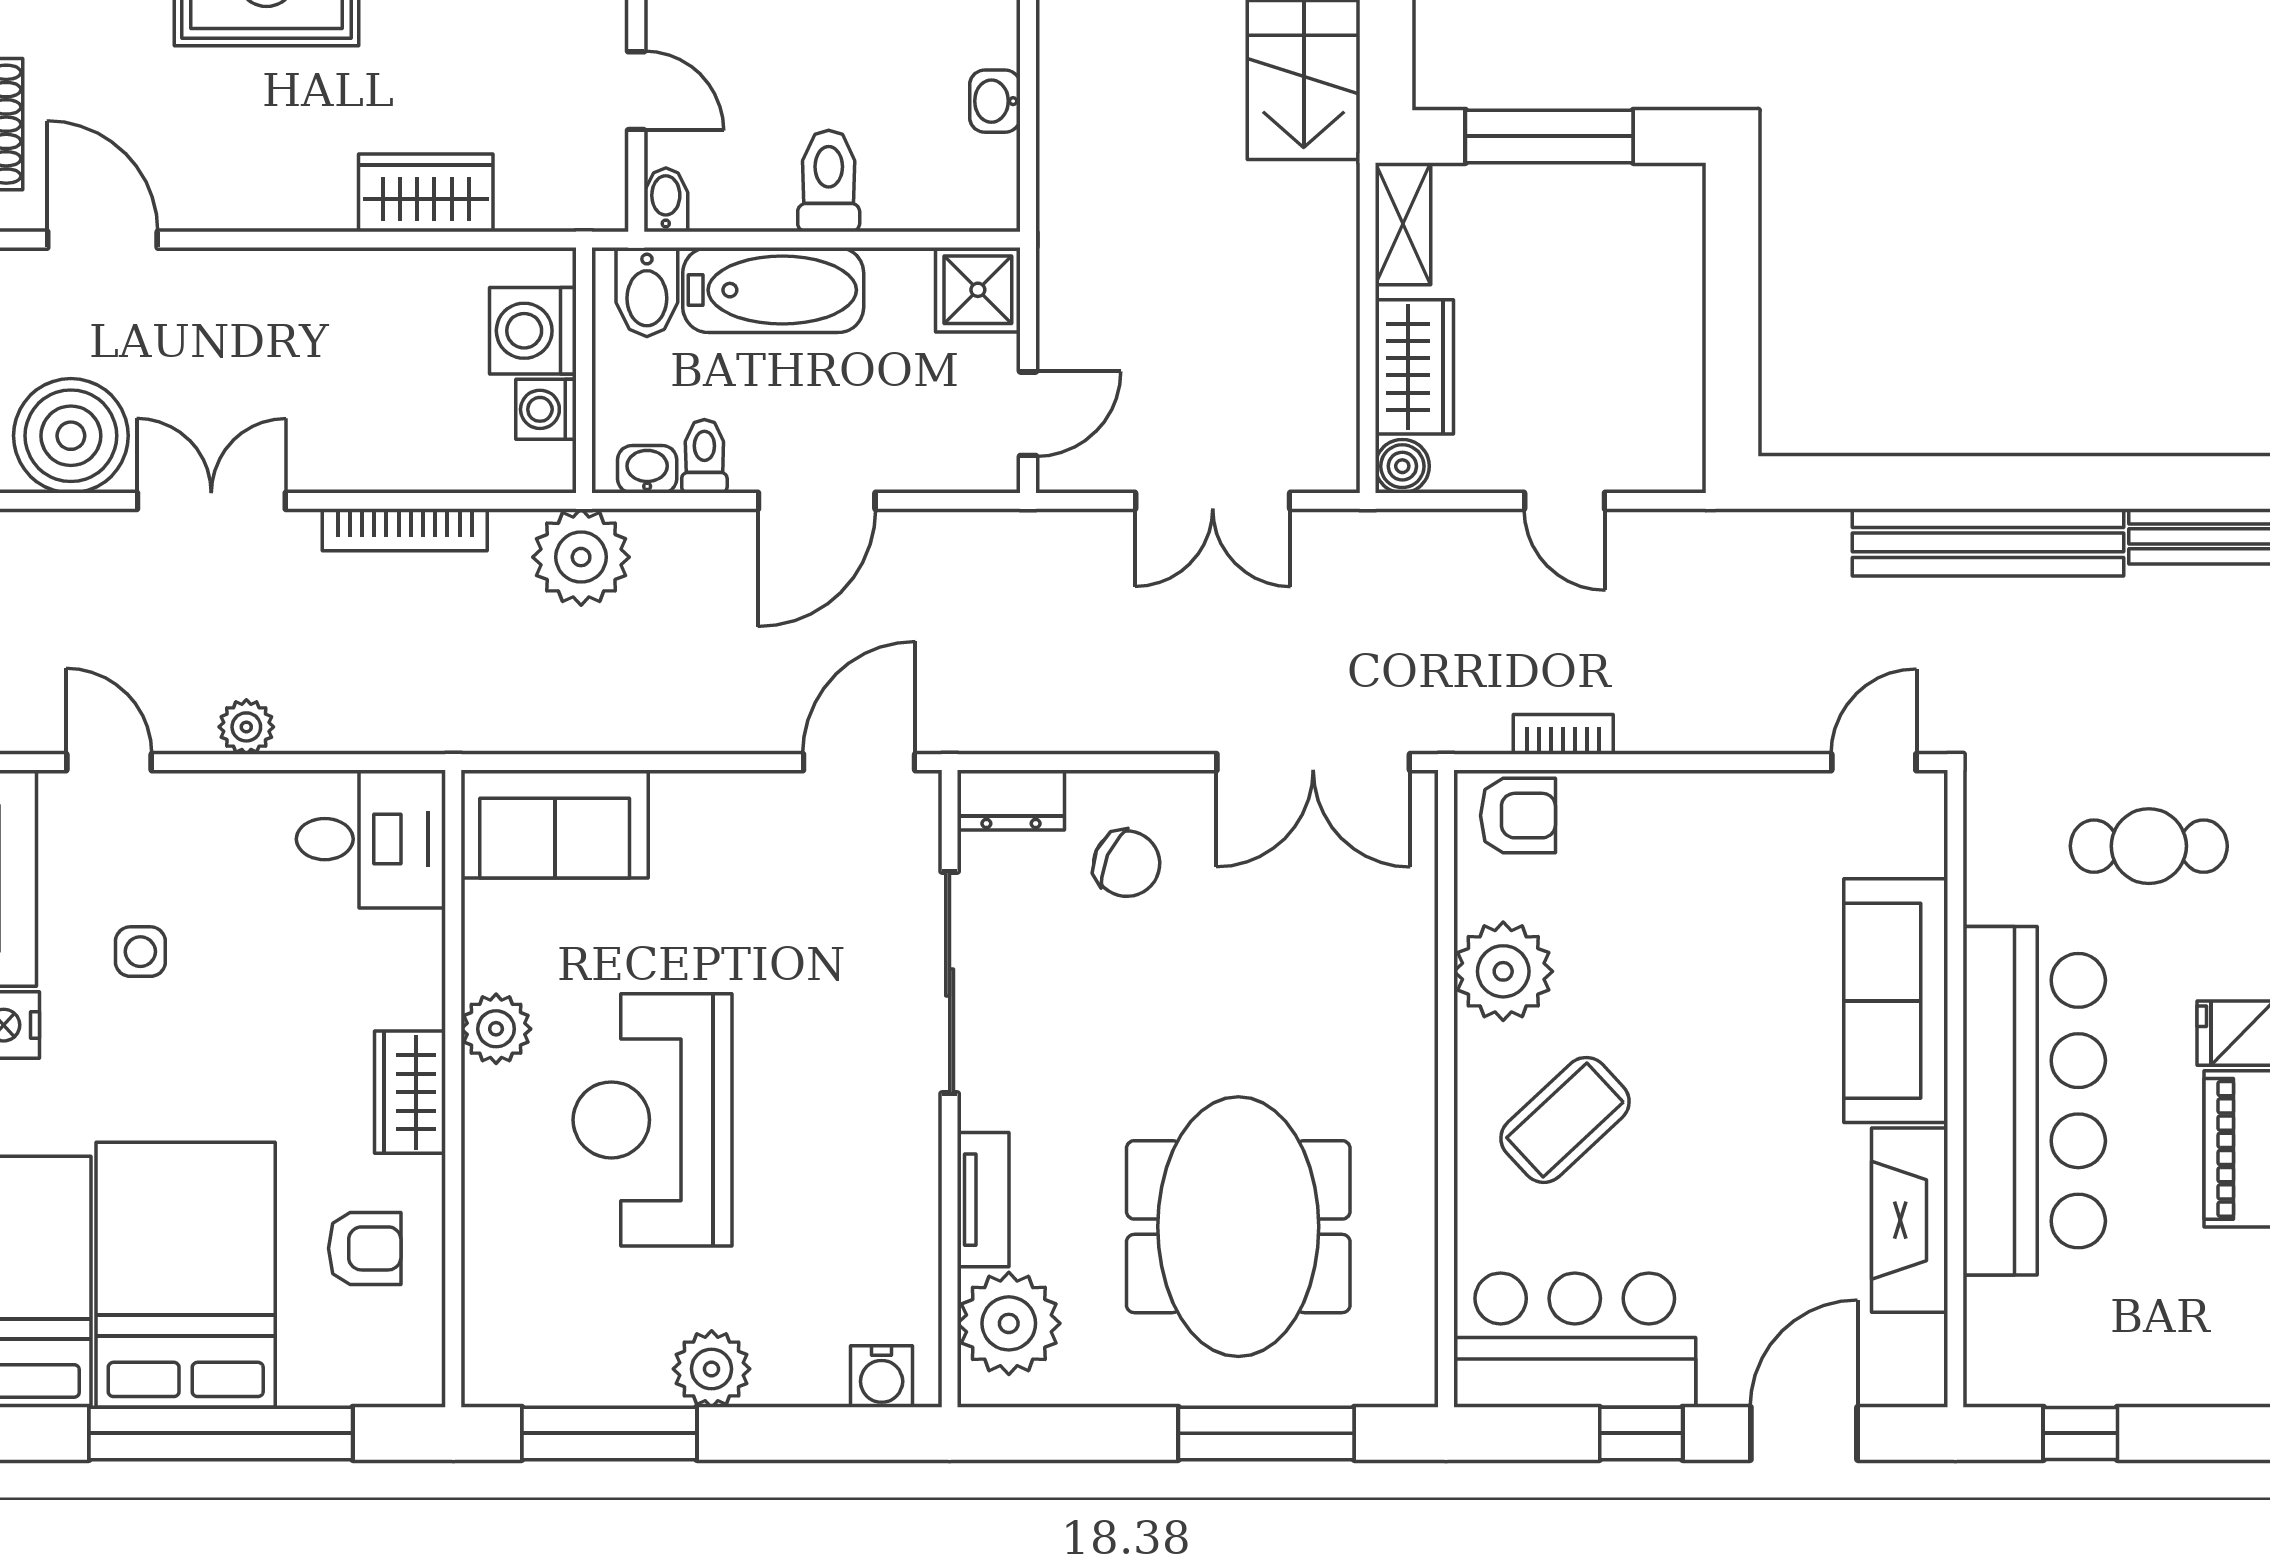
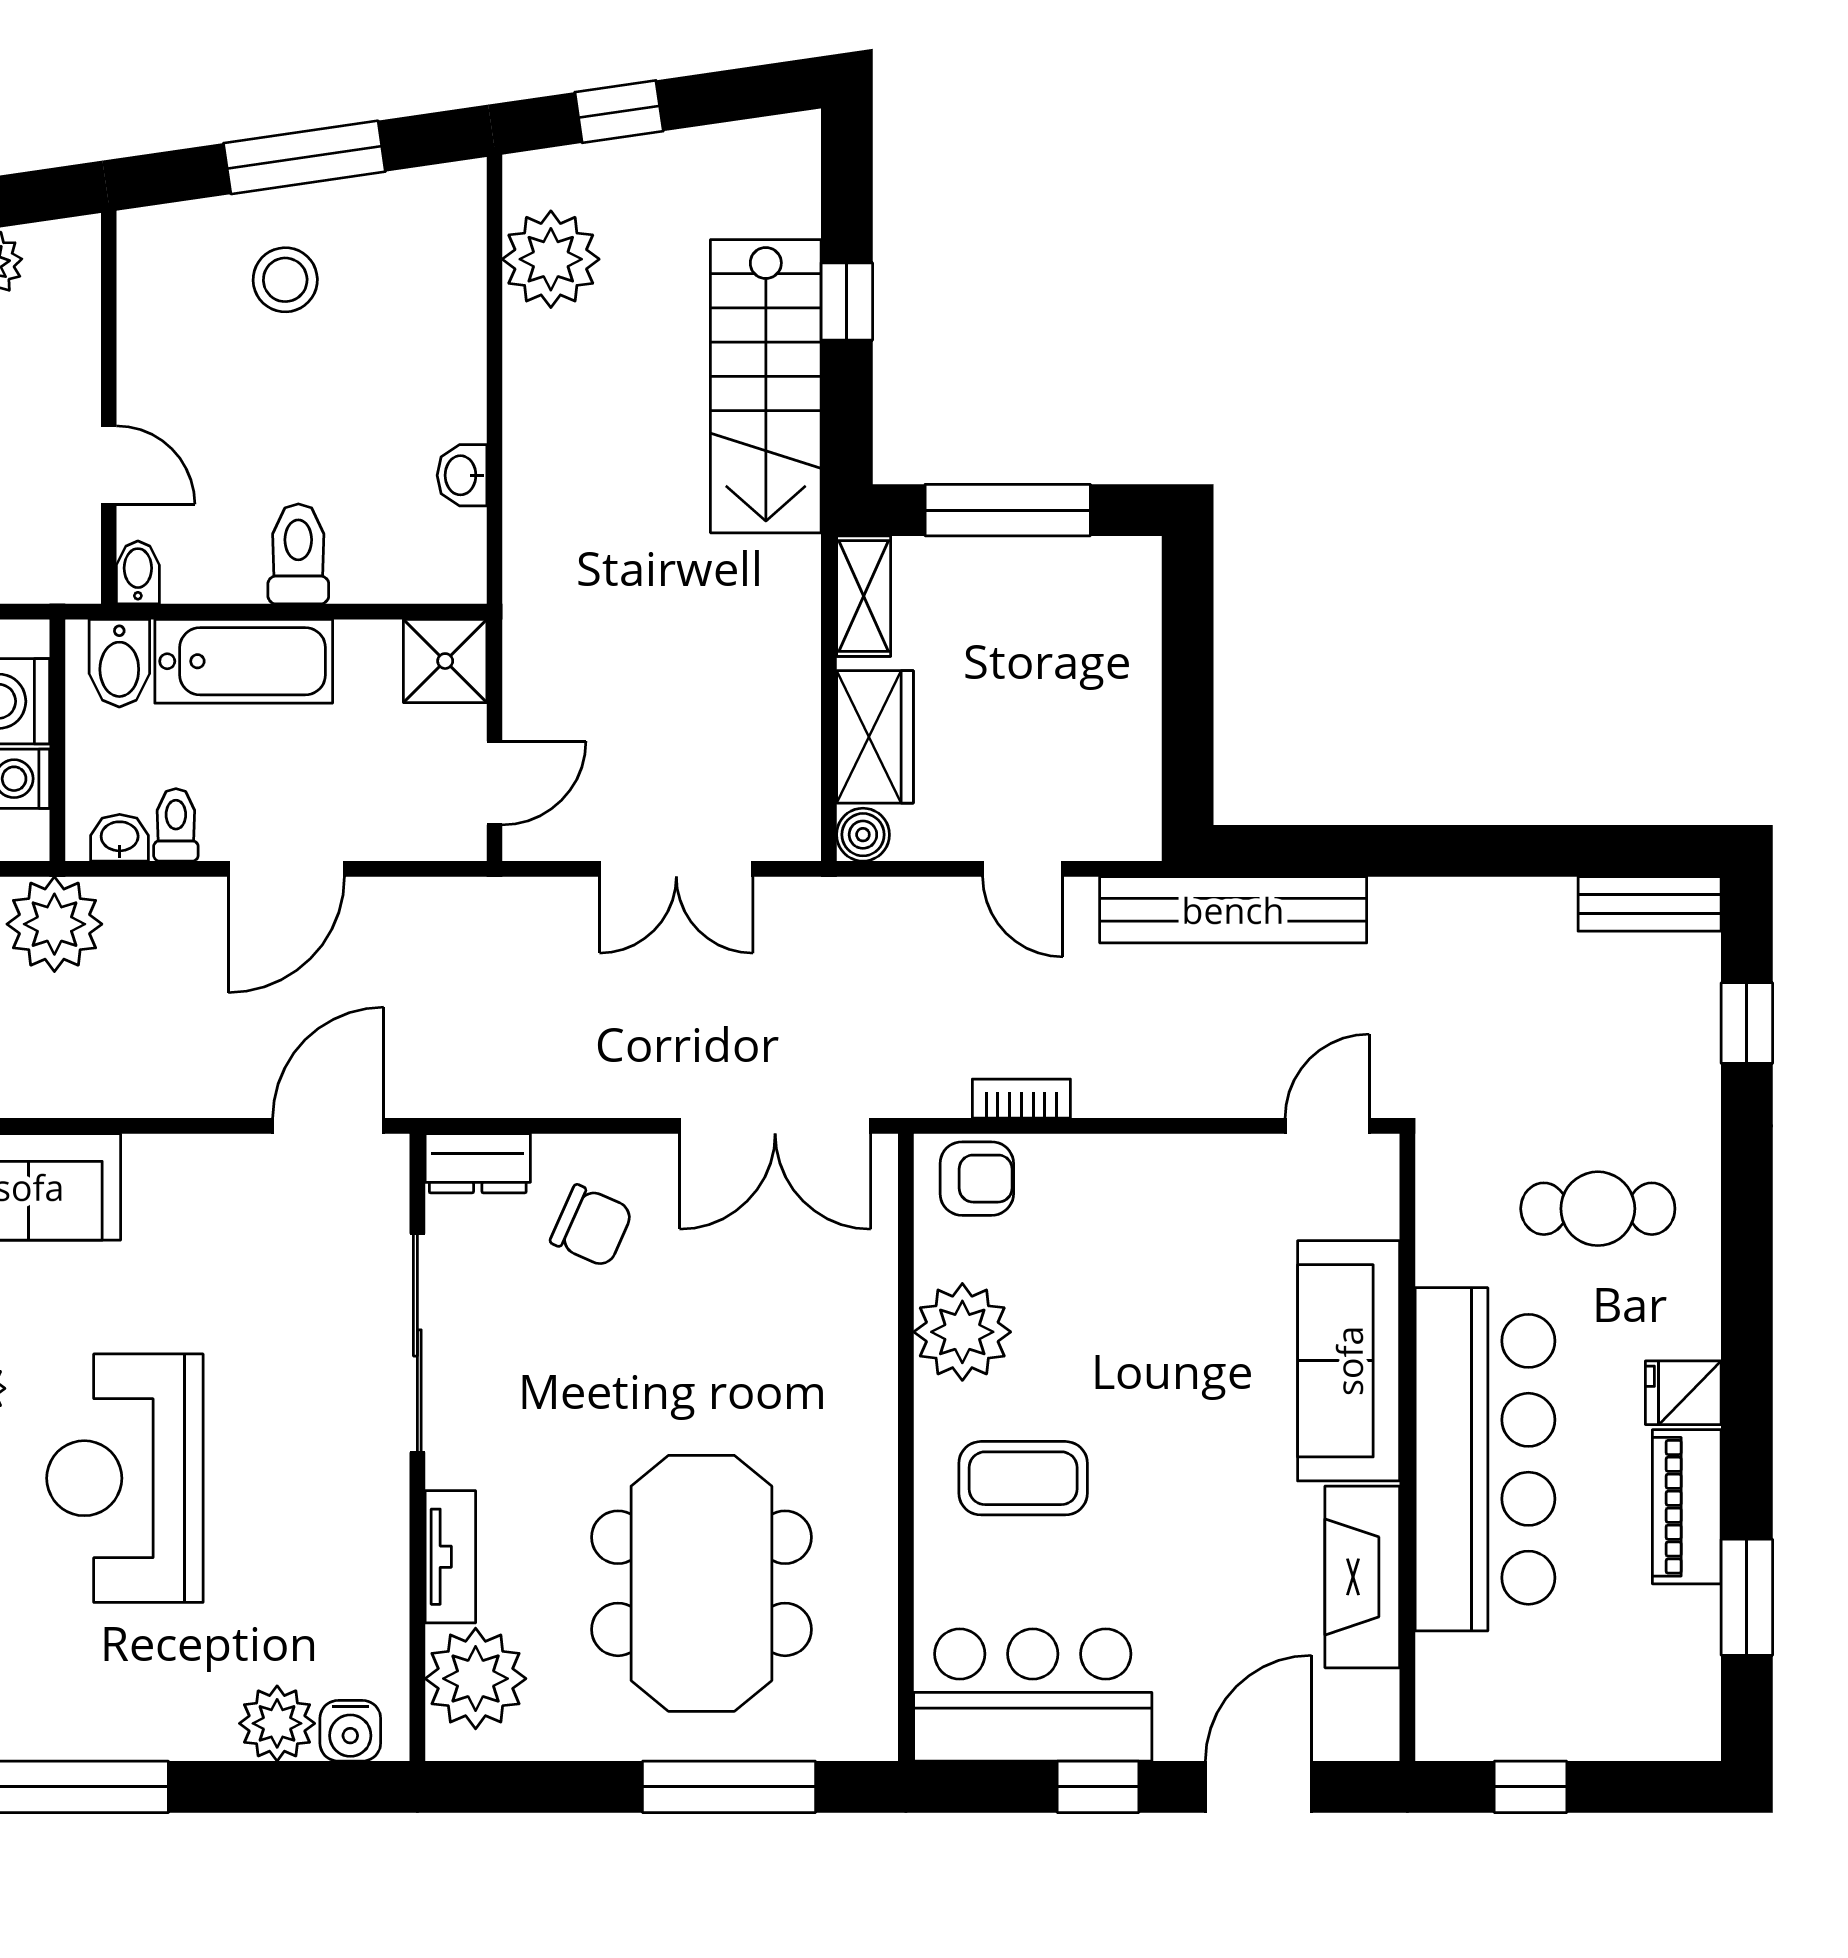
bench: (1988, 542) -> (1233, 910), moved
coffee table: (1565, 1120) -> (1023, 1478), turned 43
plant: (712, 1369) -> (277, 1723), moved

